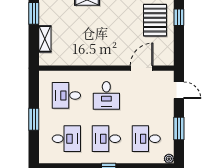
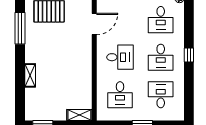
shelving: (45, 39) -> (79, 115), moved
door: (142, 68) -> (94, 24), swing flipped

